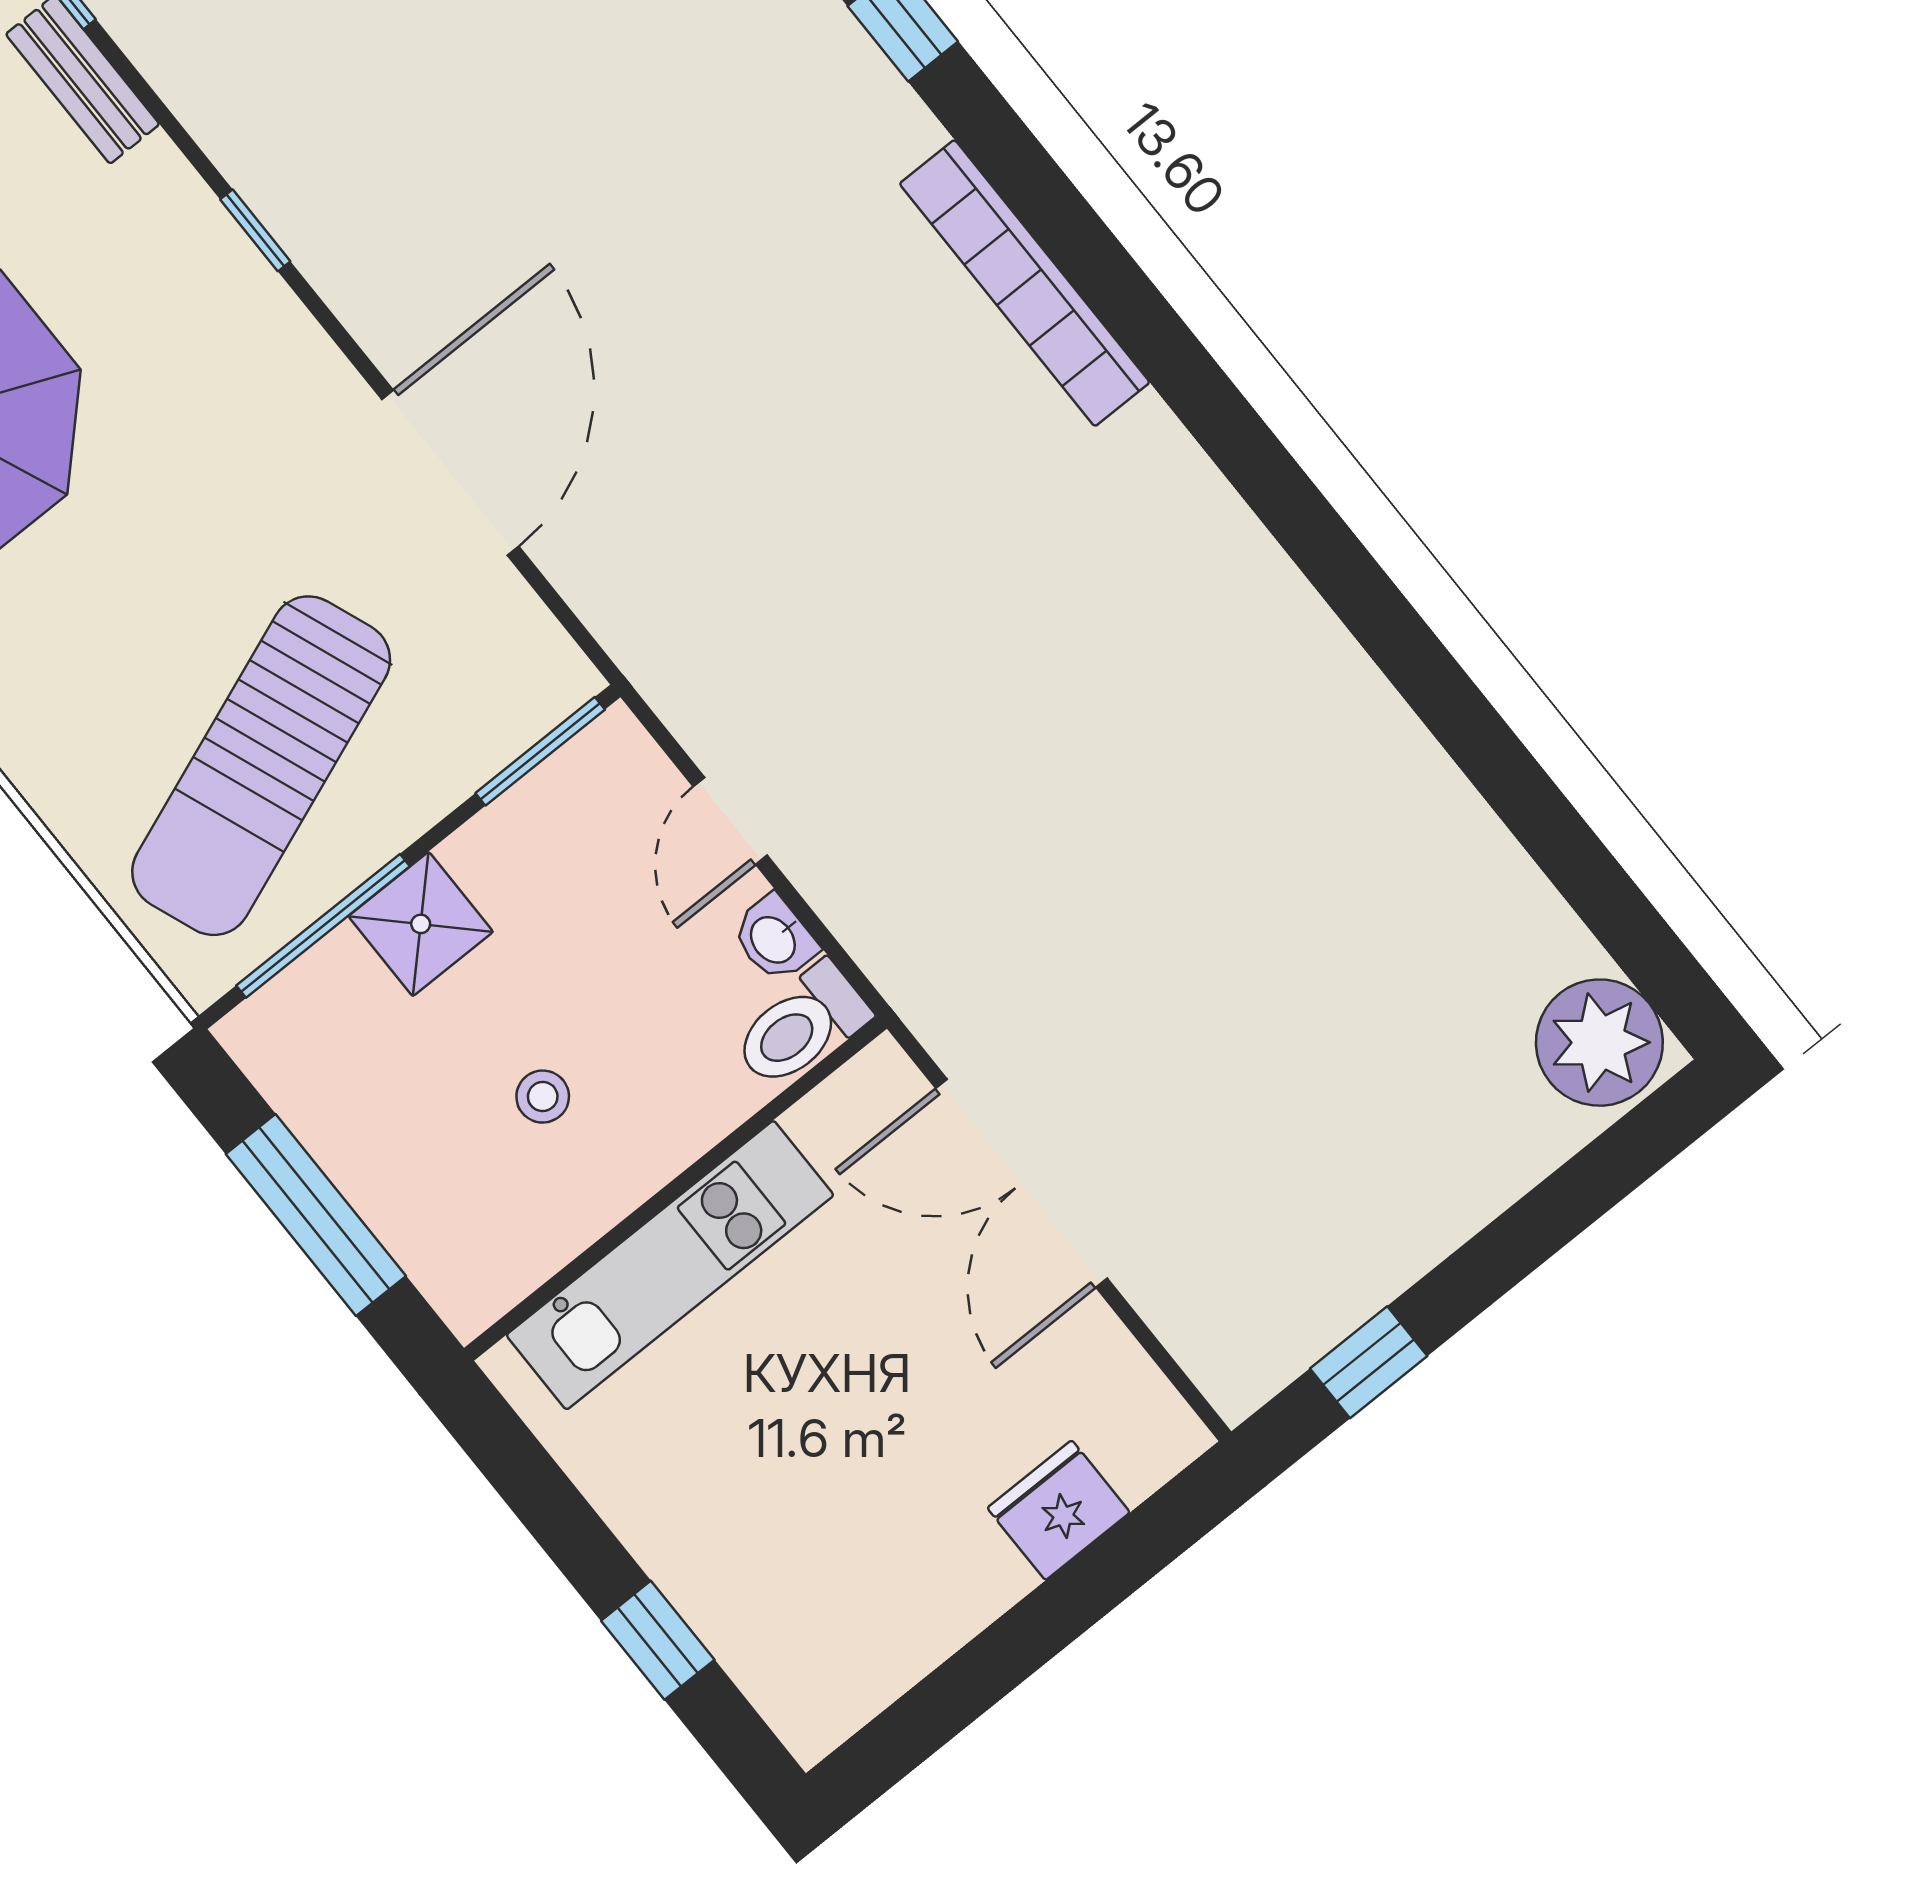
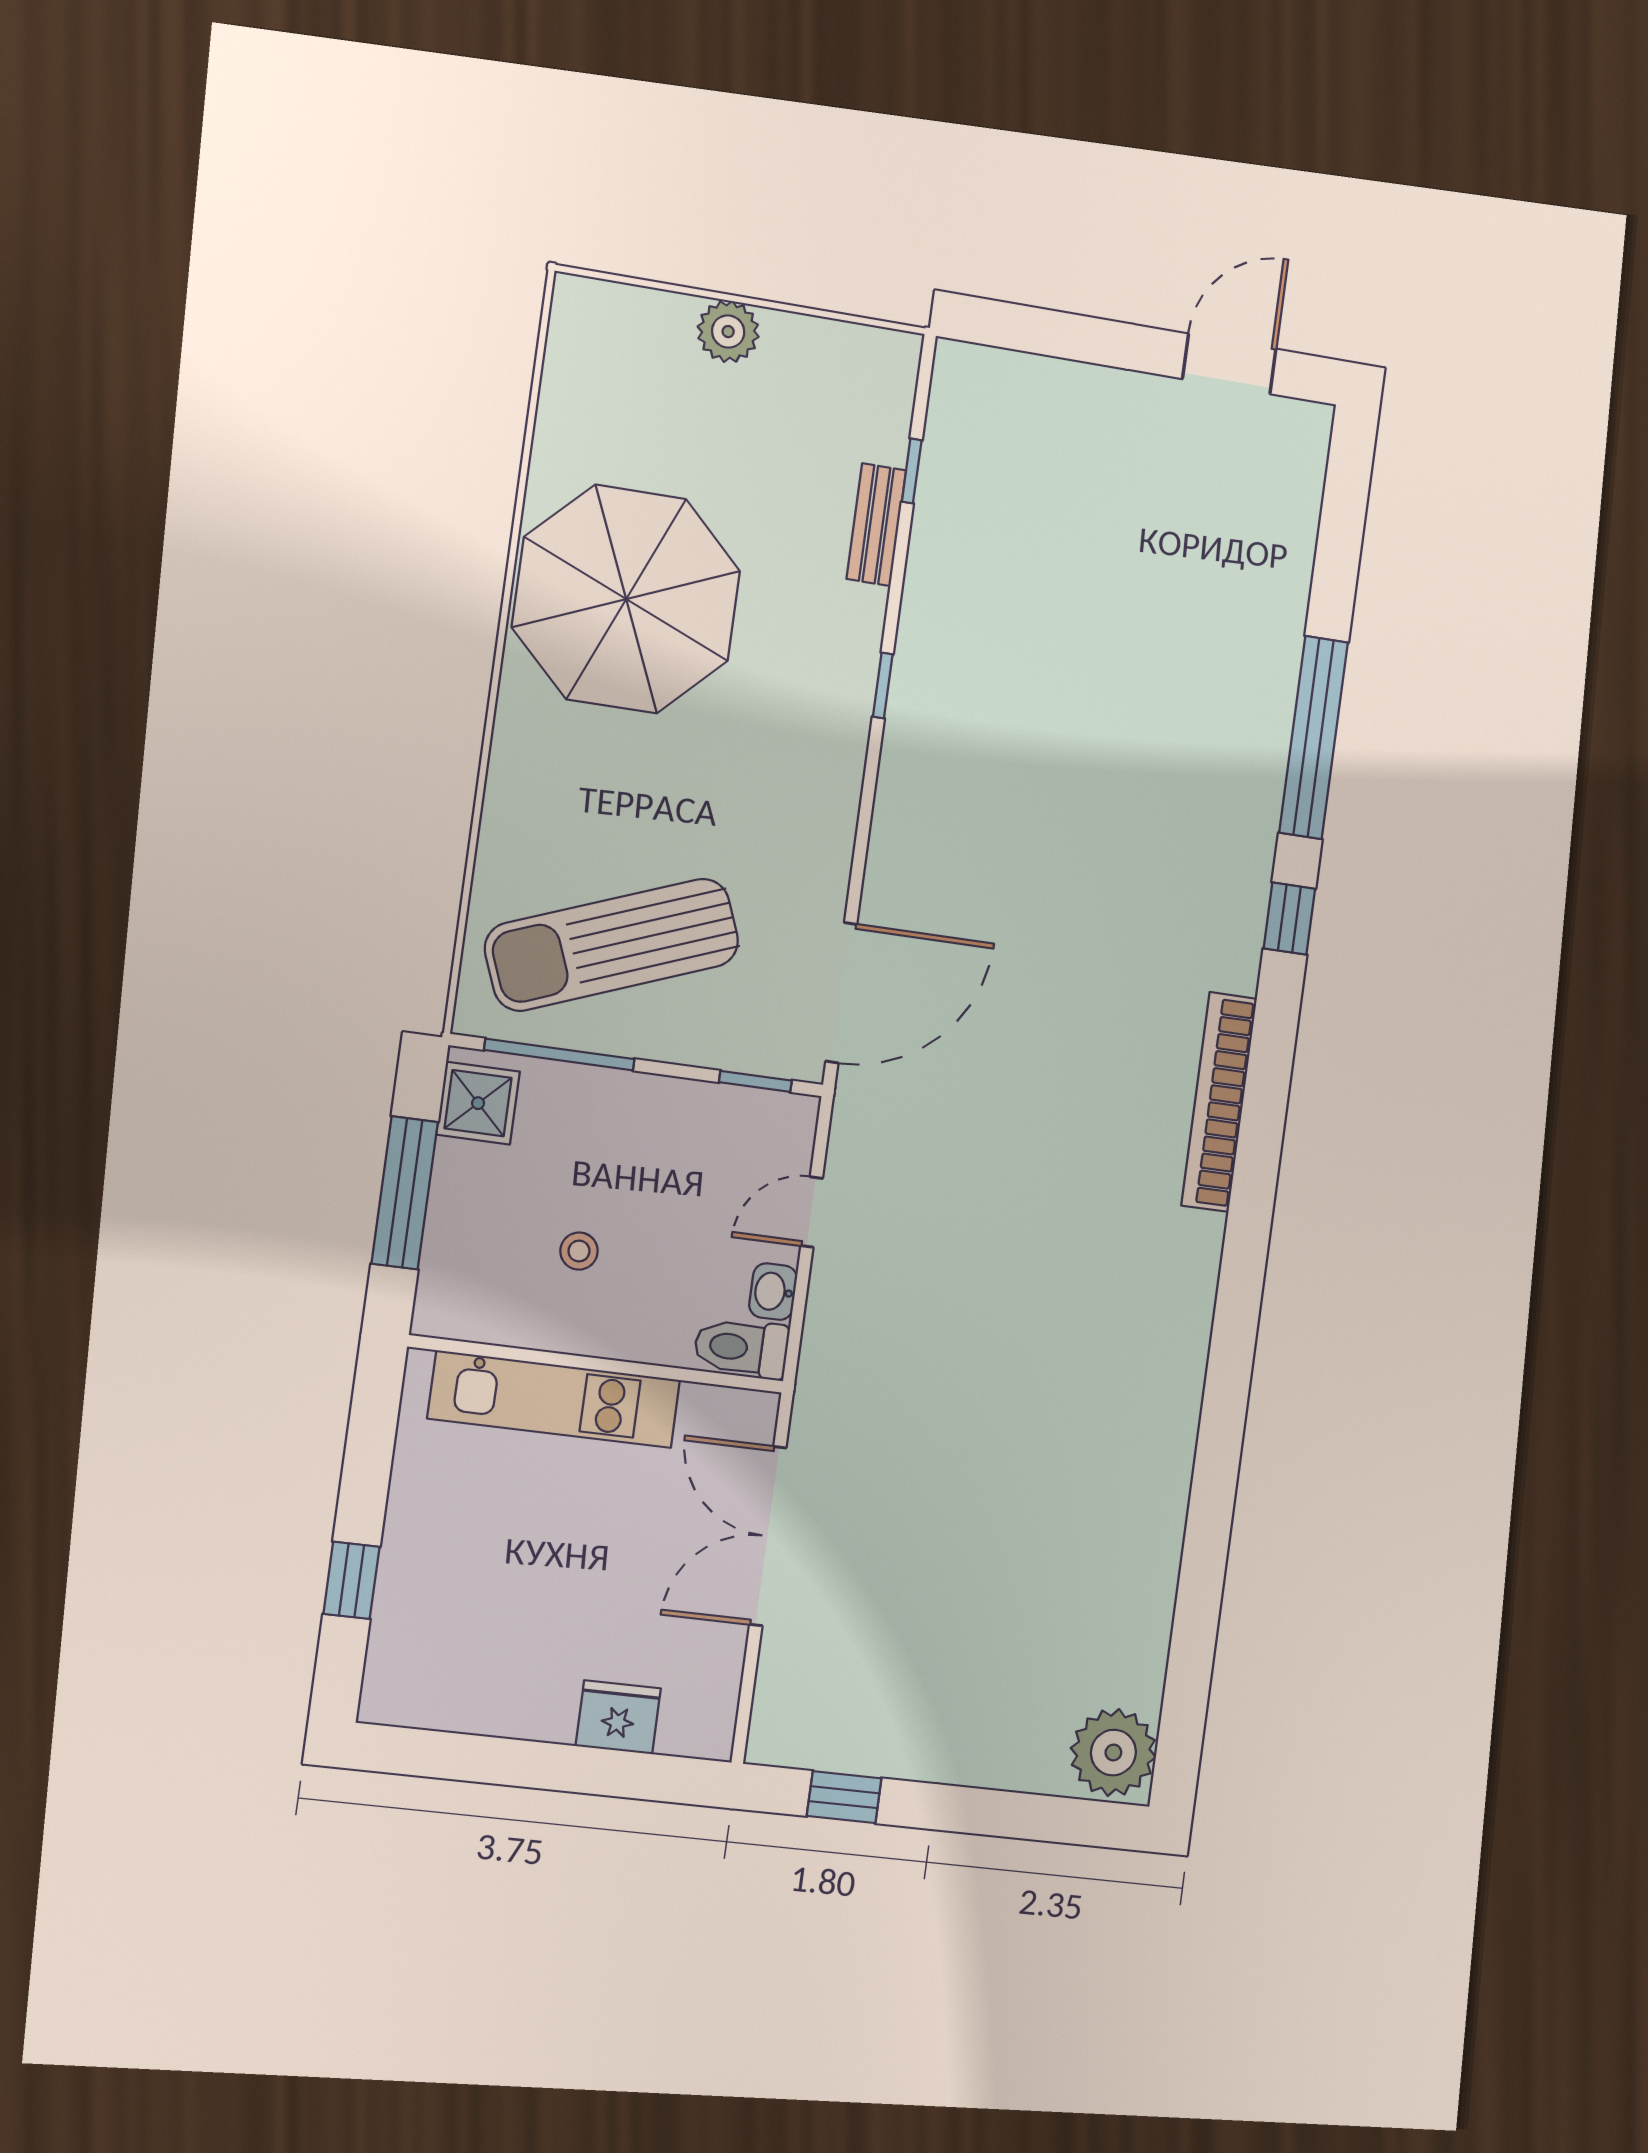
door: (450, 473) -> (841, 993), moved
window: (540, 751) -> (755, 1081), width x0.67
shower: (421, 924) -> (478, 1103), moved

